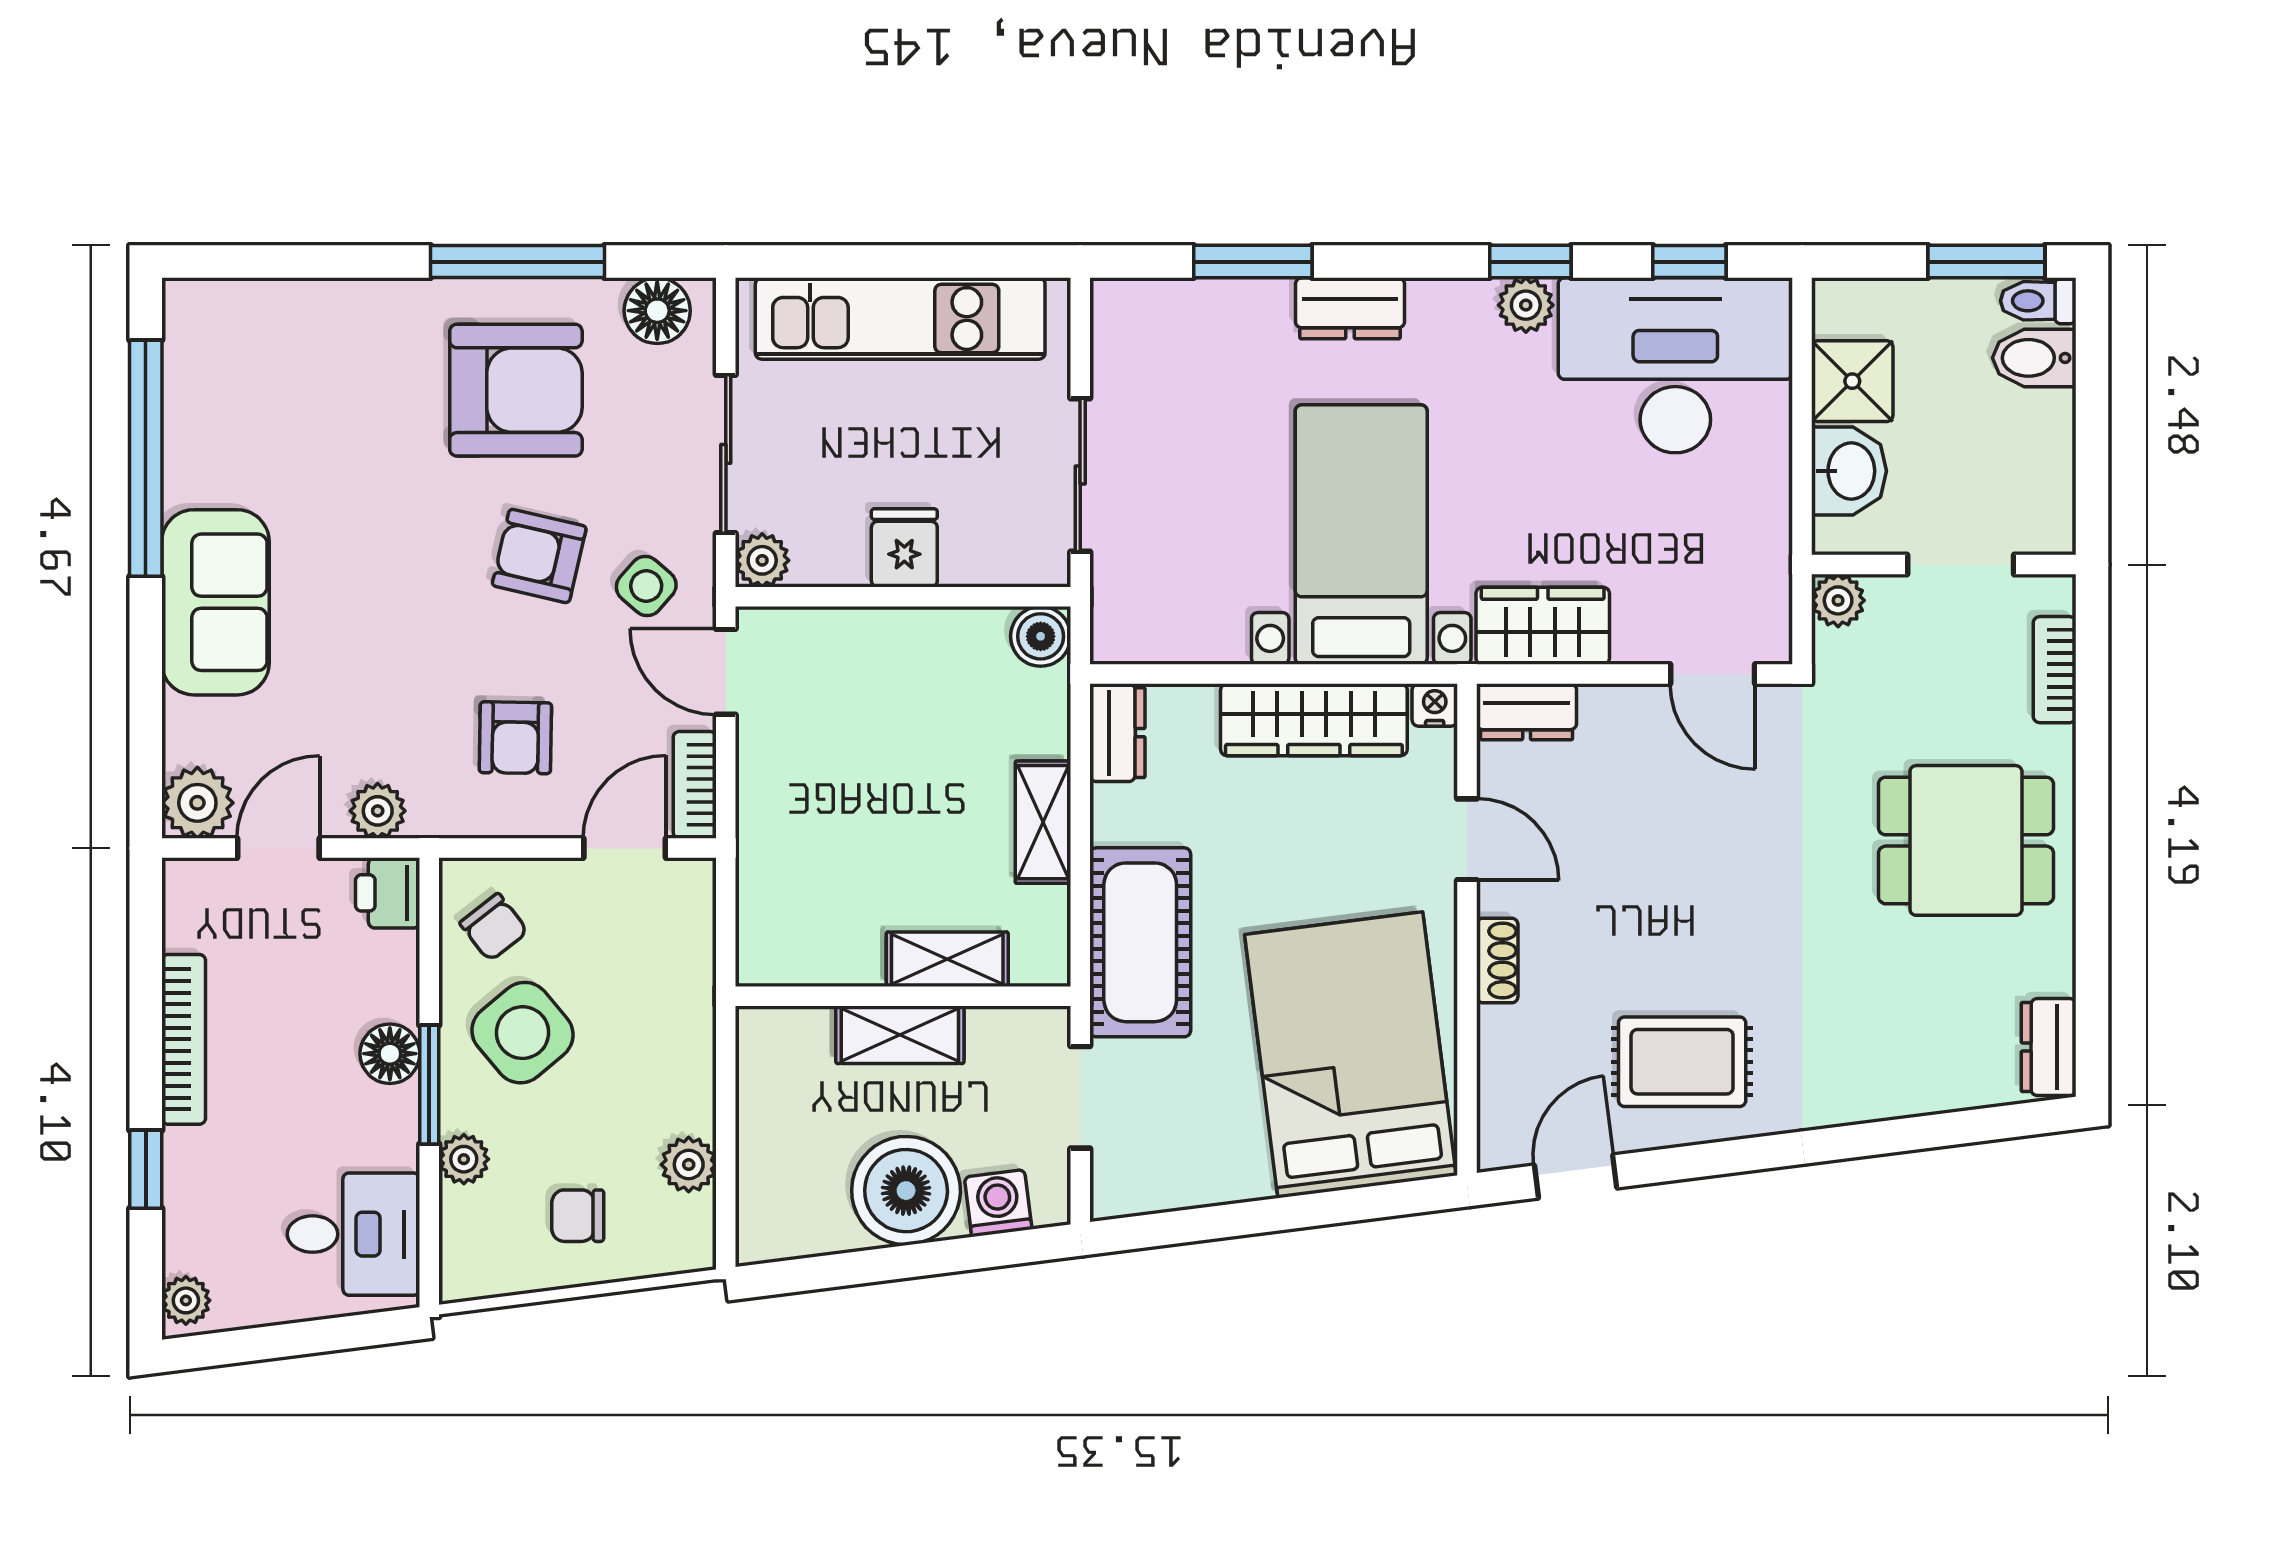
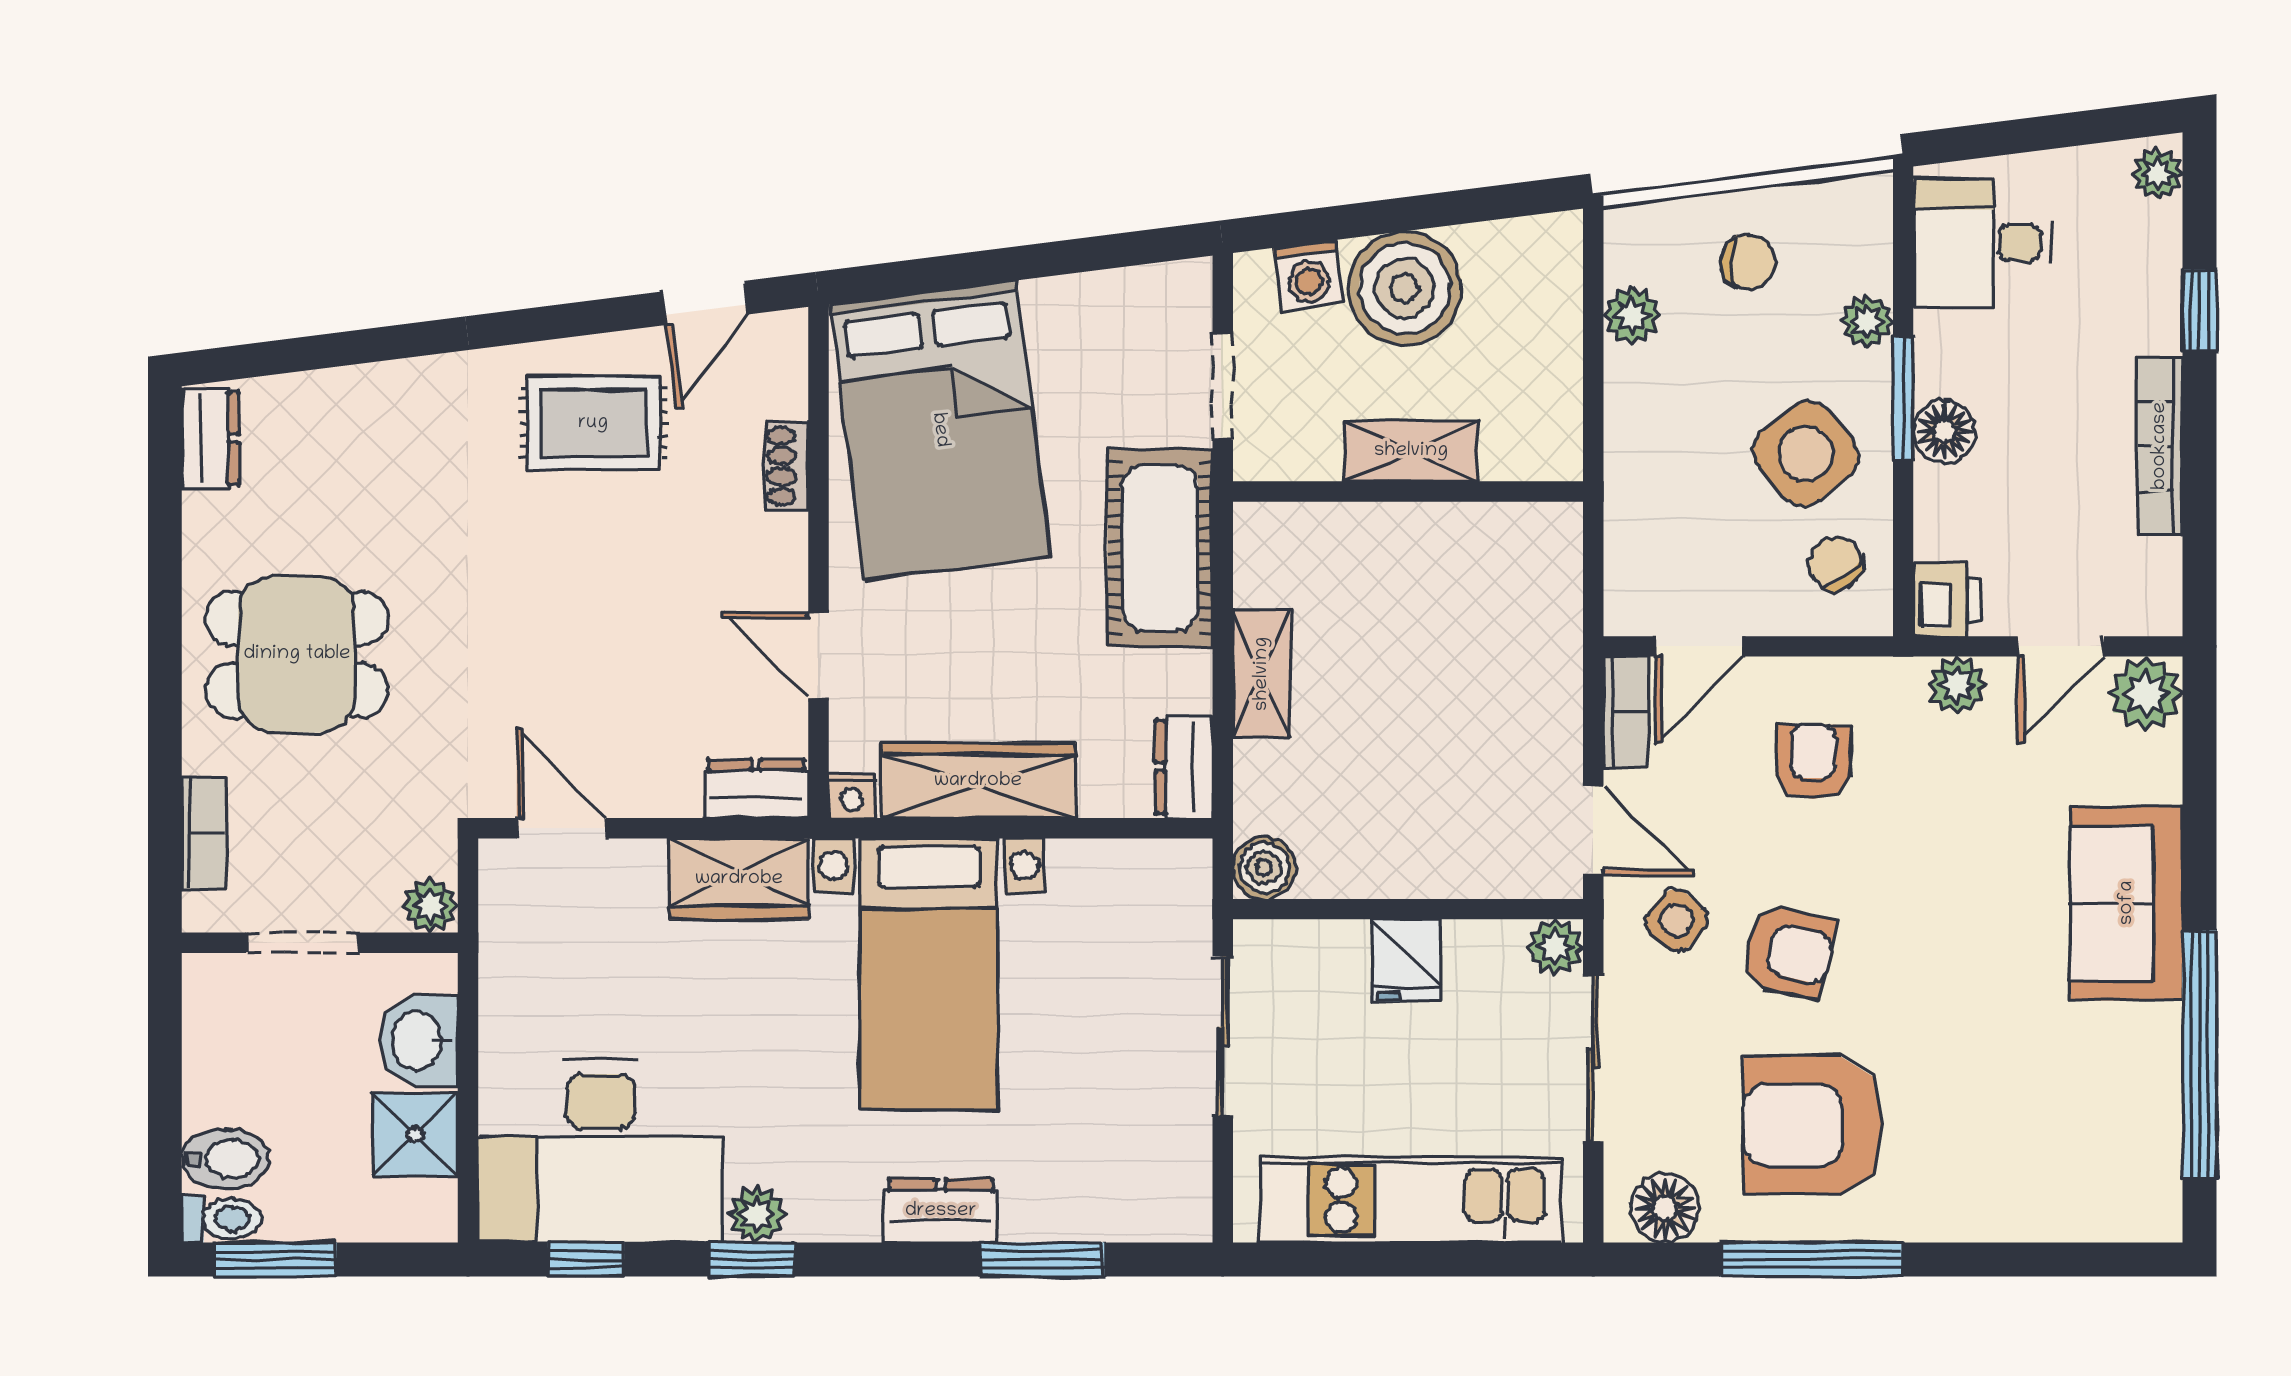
shelving: (947, 959) -> (1362, 530), removed
shoe rack: (1497, 961) -> (787, 466), moved

